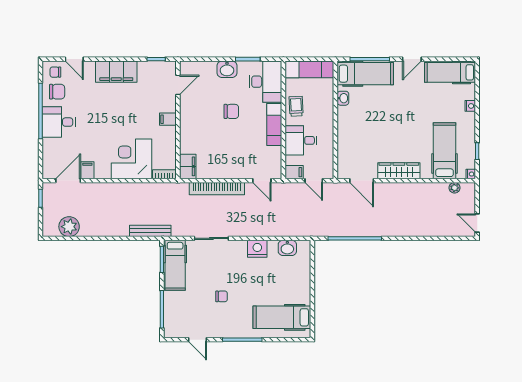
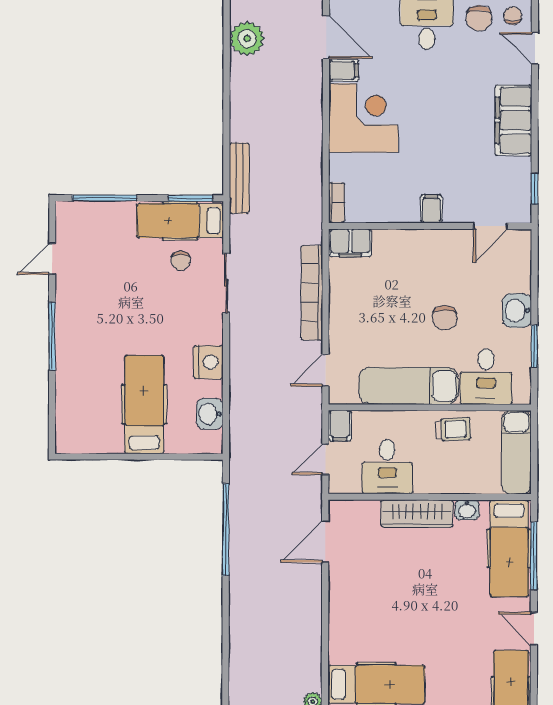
door: (74, 59) -> (535, 48), hinge flipped
desk: (265, 82) -> (486, 377), width x0.73
door: (178, 85) -> (490, 226), hinge flipped
exam couch: (274, 125) -> (409, 386), width x1.36, depth x1.45
desk: (301, 140) -> (387, 467), moved, turned 180
corner desk: (132, 159) -> (363, 118), moved
wardrobe: (399, 171) -> (417, 514), moved, turned 90
chair: (222, 296) -> (181, 261), moved
hospital bed: (282, 317) -> (144, 404), moved

